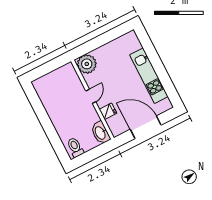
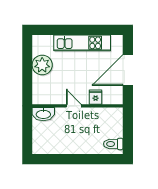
plant: (87, 64) -> (42, 65), moved
washbasin: (100, 133) -> (43, 114), moved

